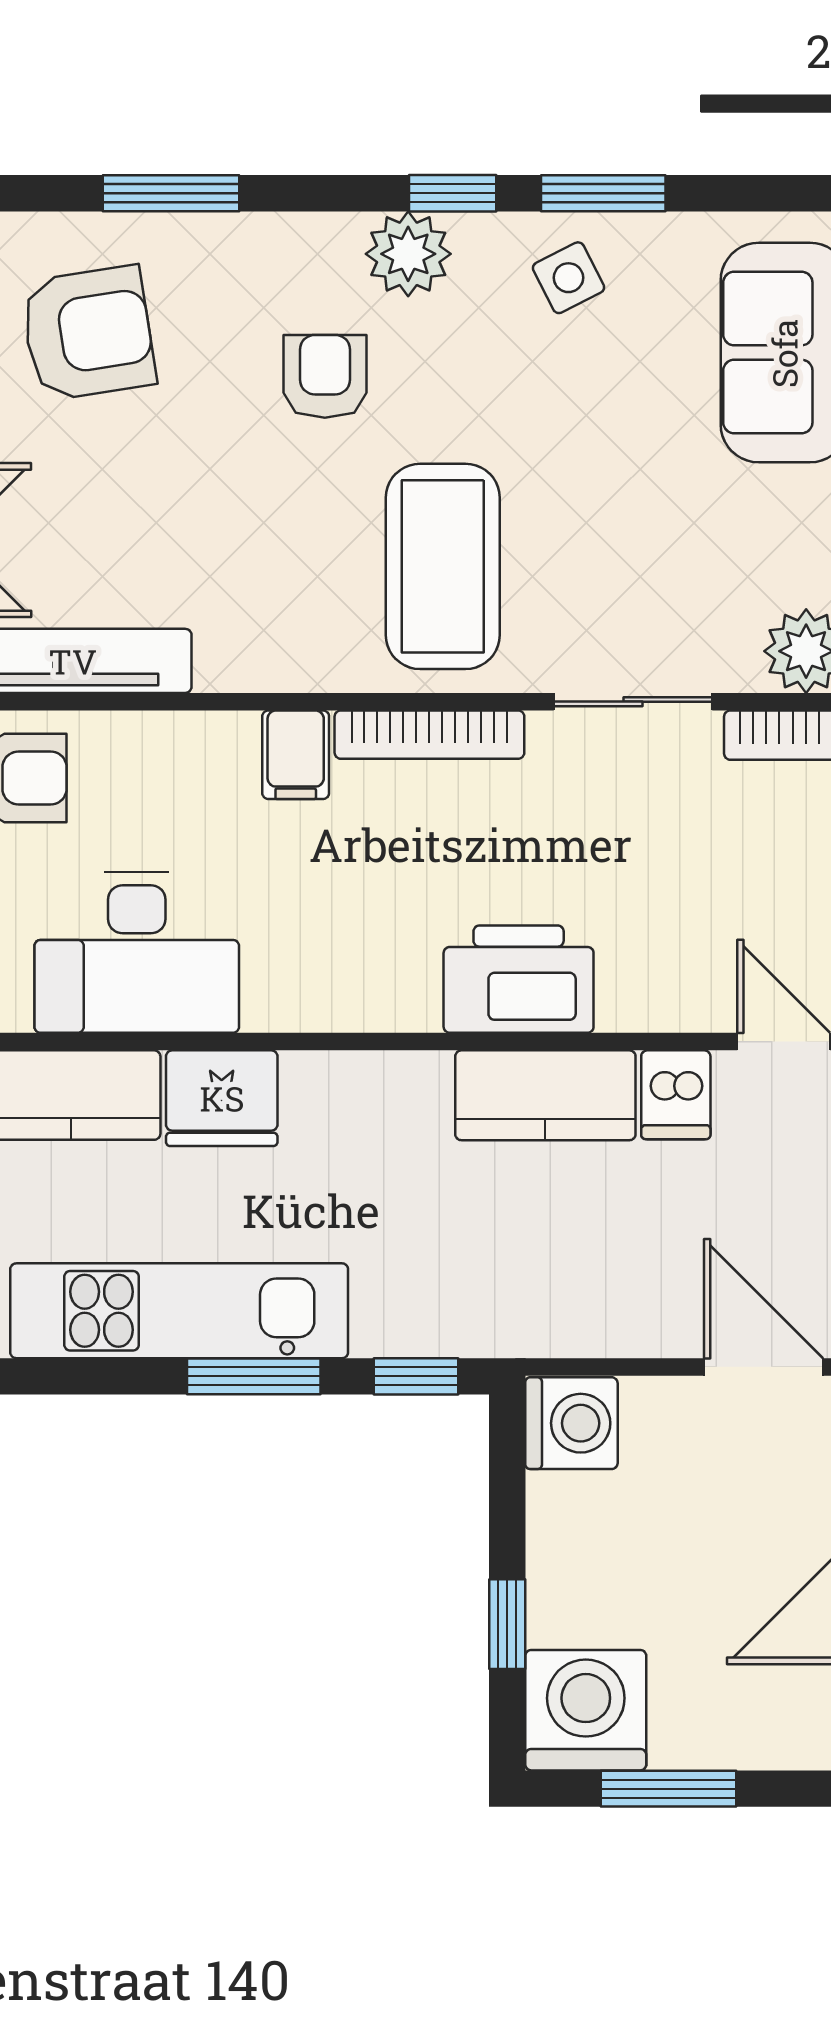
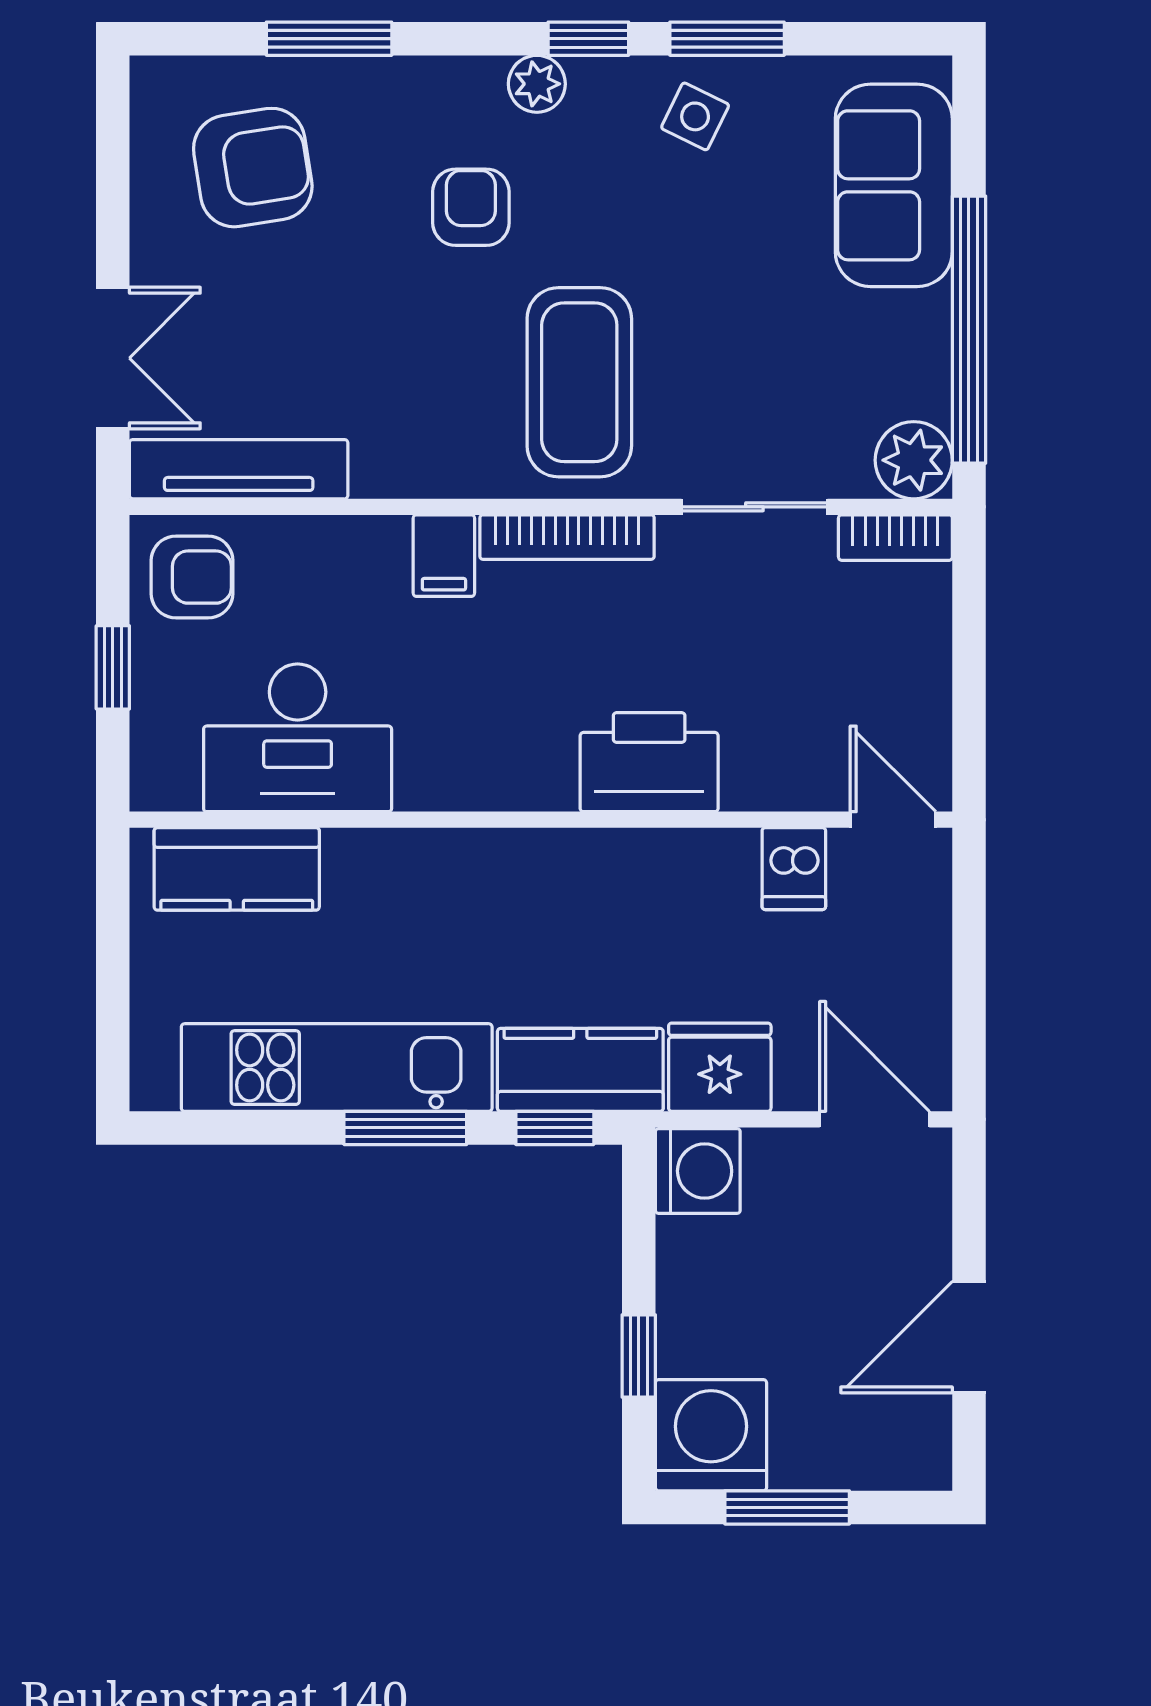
plant: (408, 254) -> (537, 84), width x0.73, depth x0.73
side table: (568, 278) -> (695, 116), turned -37
kitchen counter: (545, 1095) -> (580, 1070), moved, turned 180
fridge: (222, 1098) -> (720, 1067), moved, turned 180

